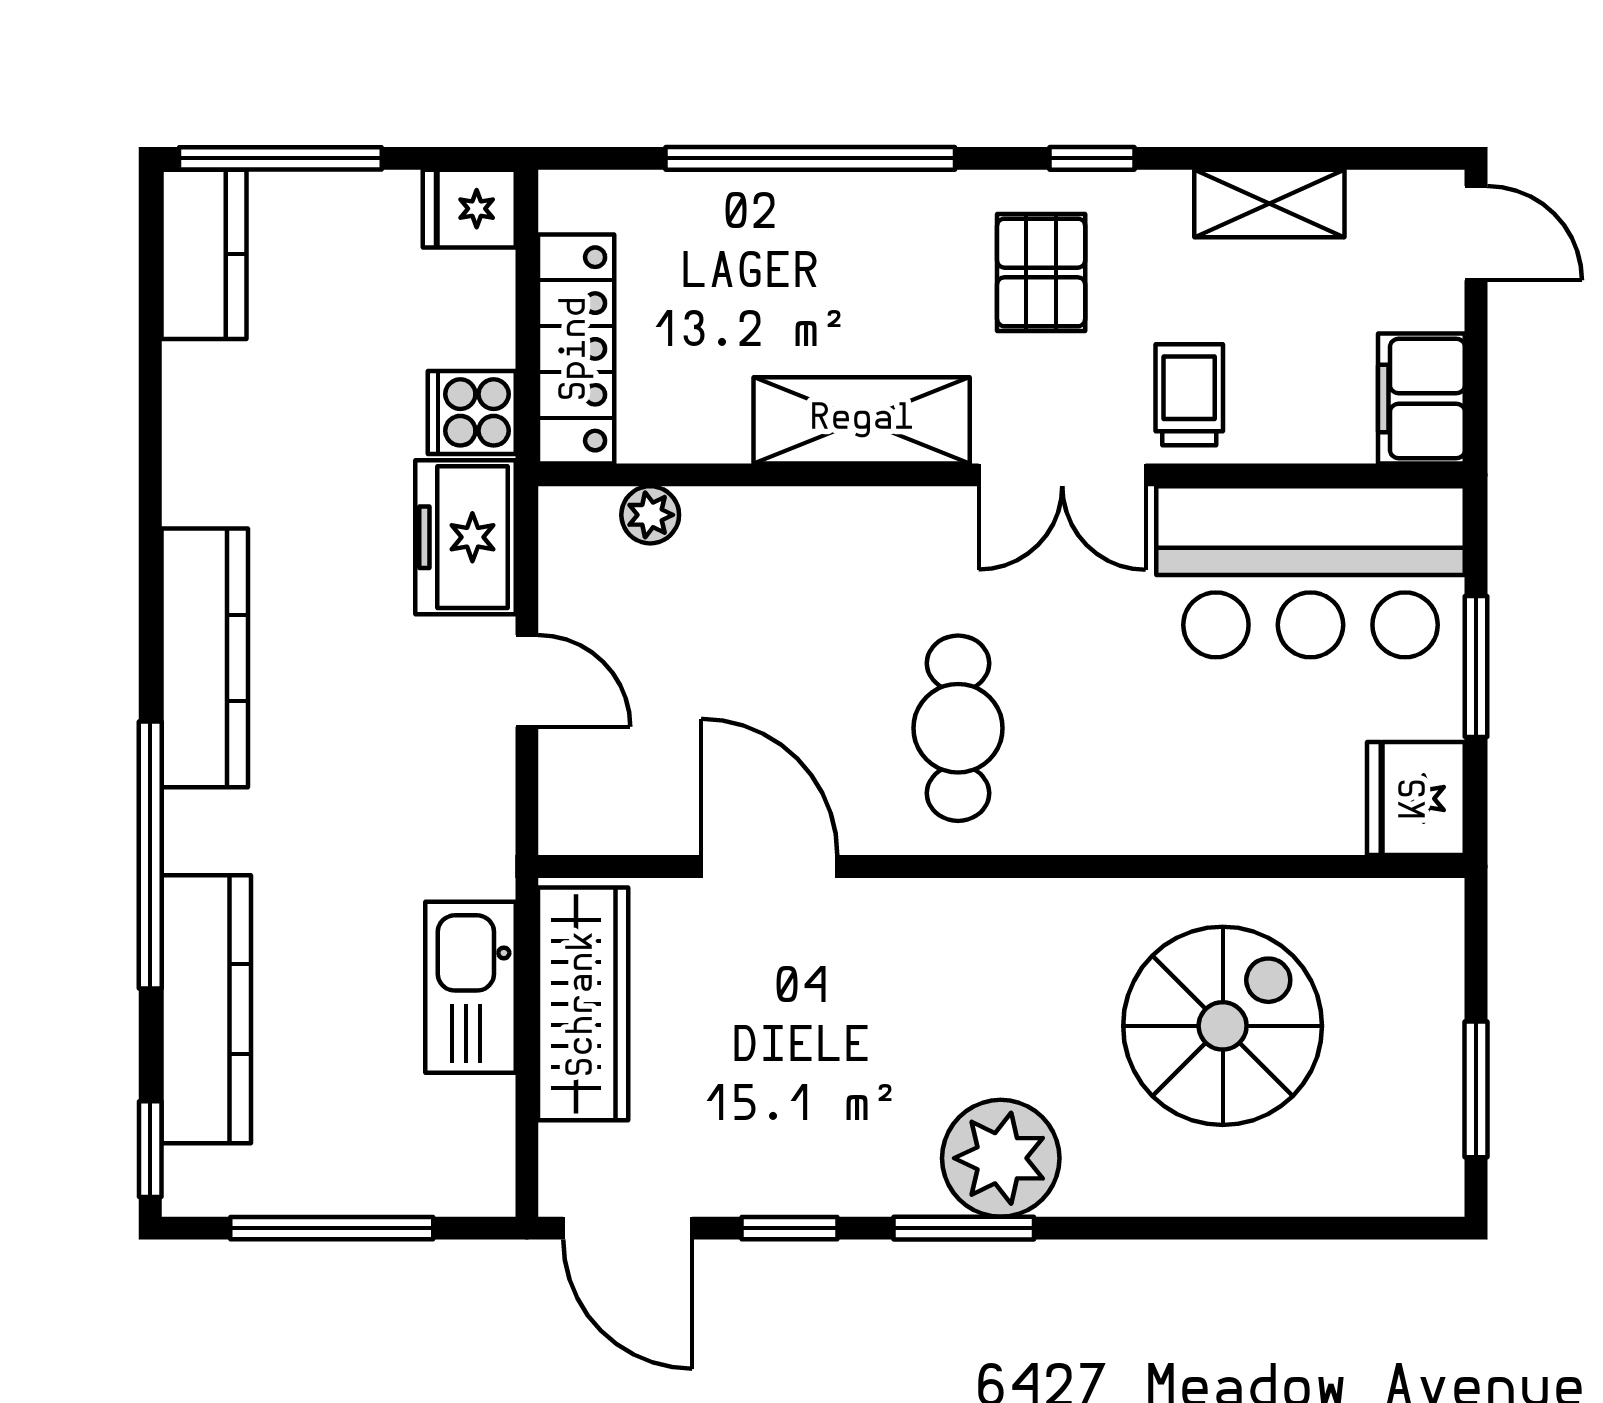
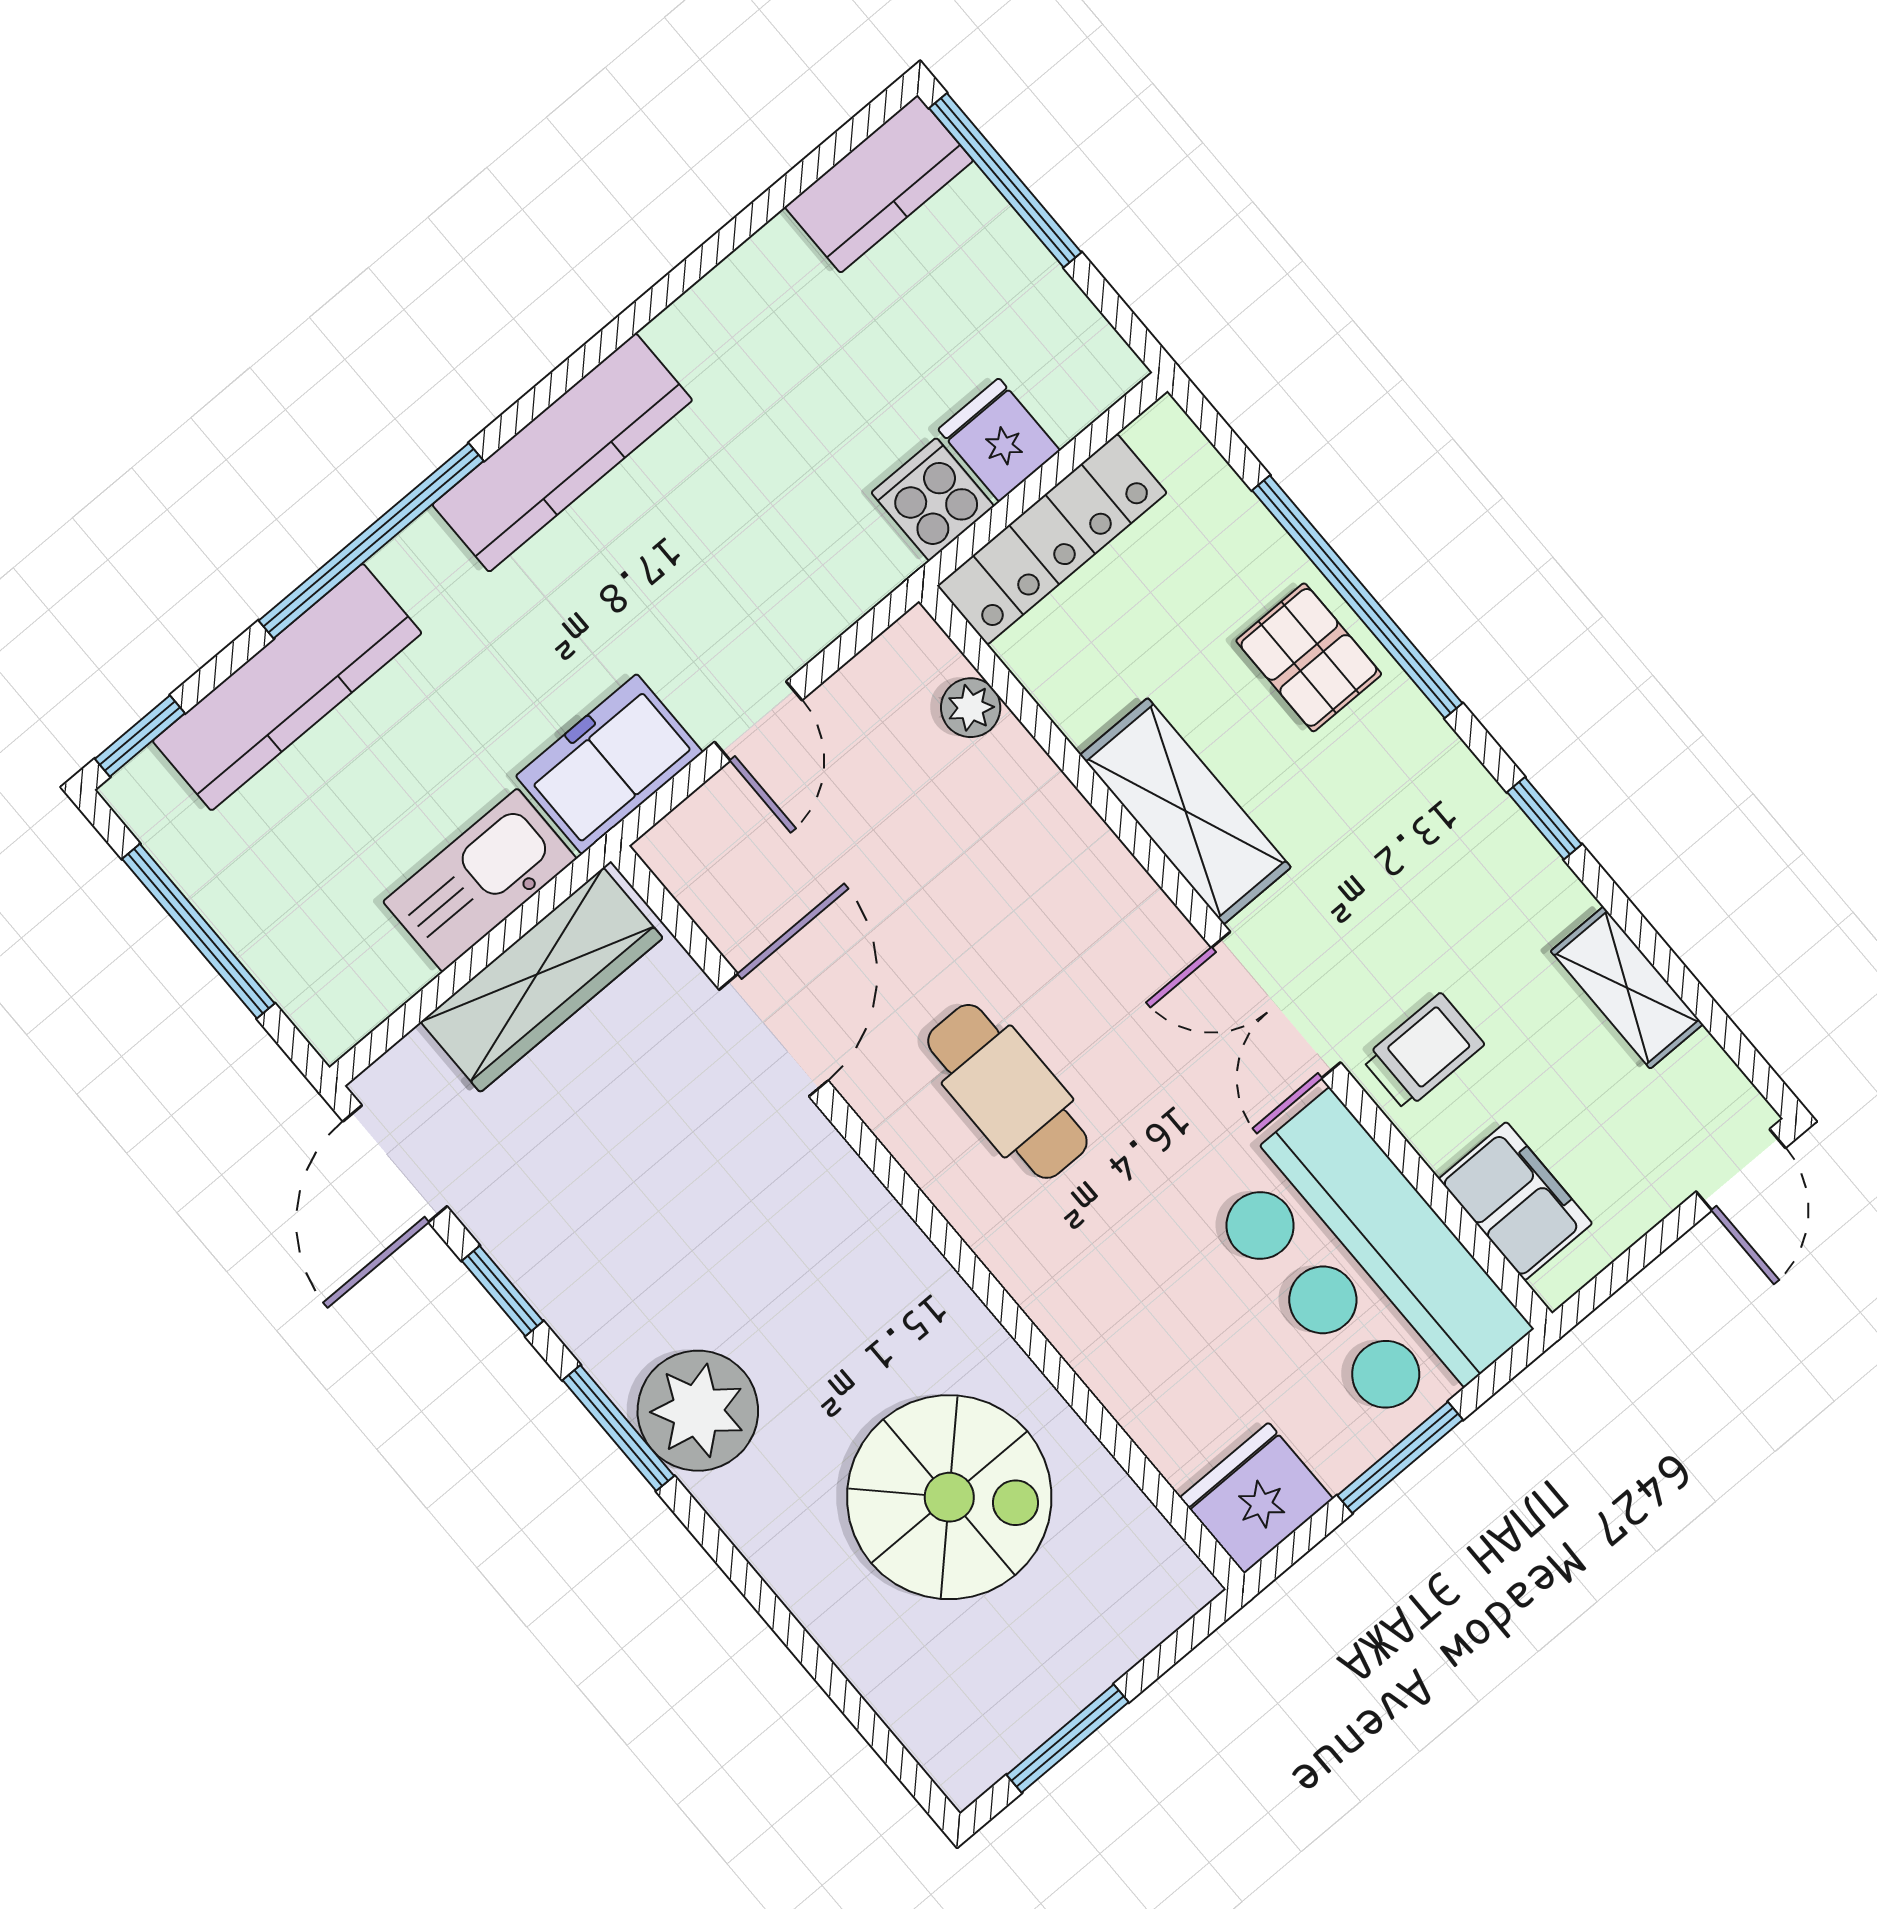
fridge: (469, 209) -> (999, 440), moved
pallet: (1041, 272) -> (1309, 657), moved, turned 90
filing cabinet: (1421, 399) -> (1515, 1201), moved, turned 90
freezer: (465, 537) -> (609, 764), moved
cafe table: (958, 728) -> (1007, 1091), turned 90

